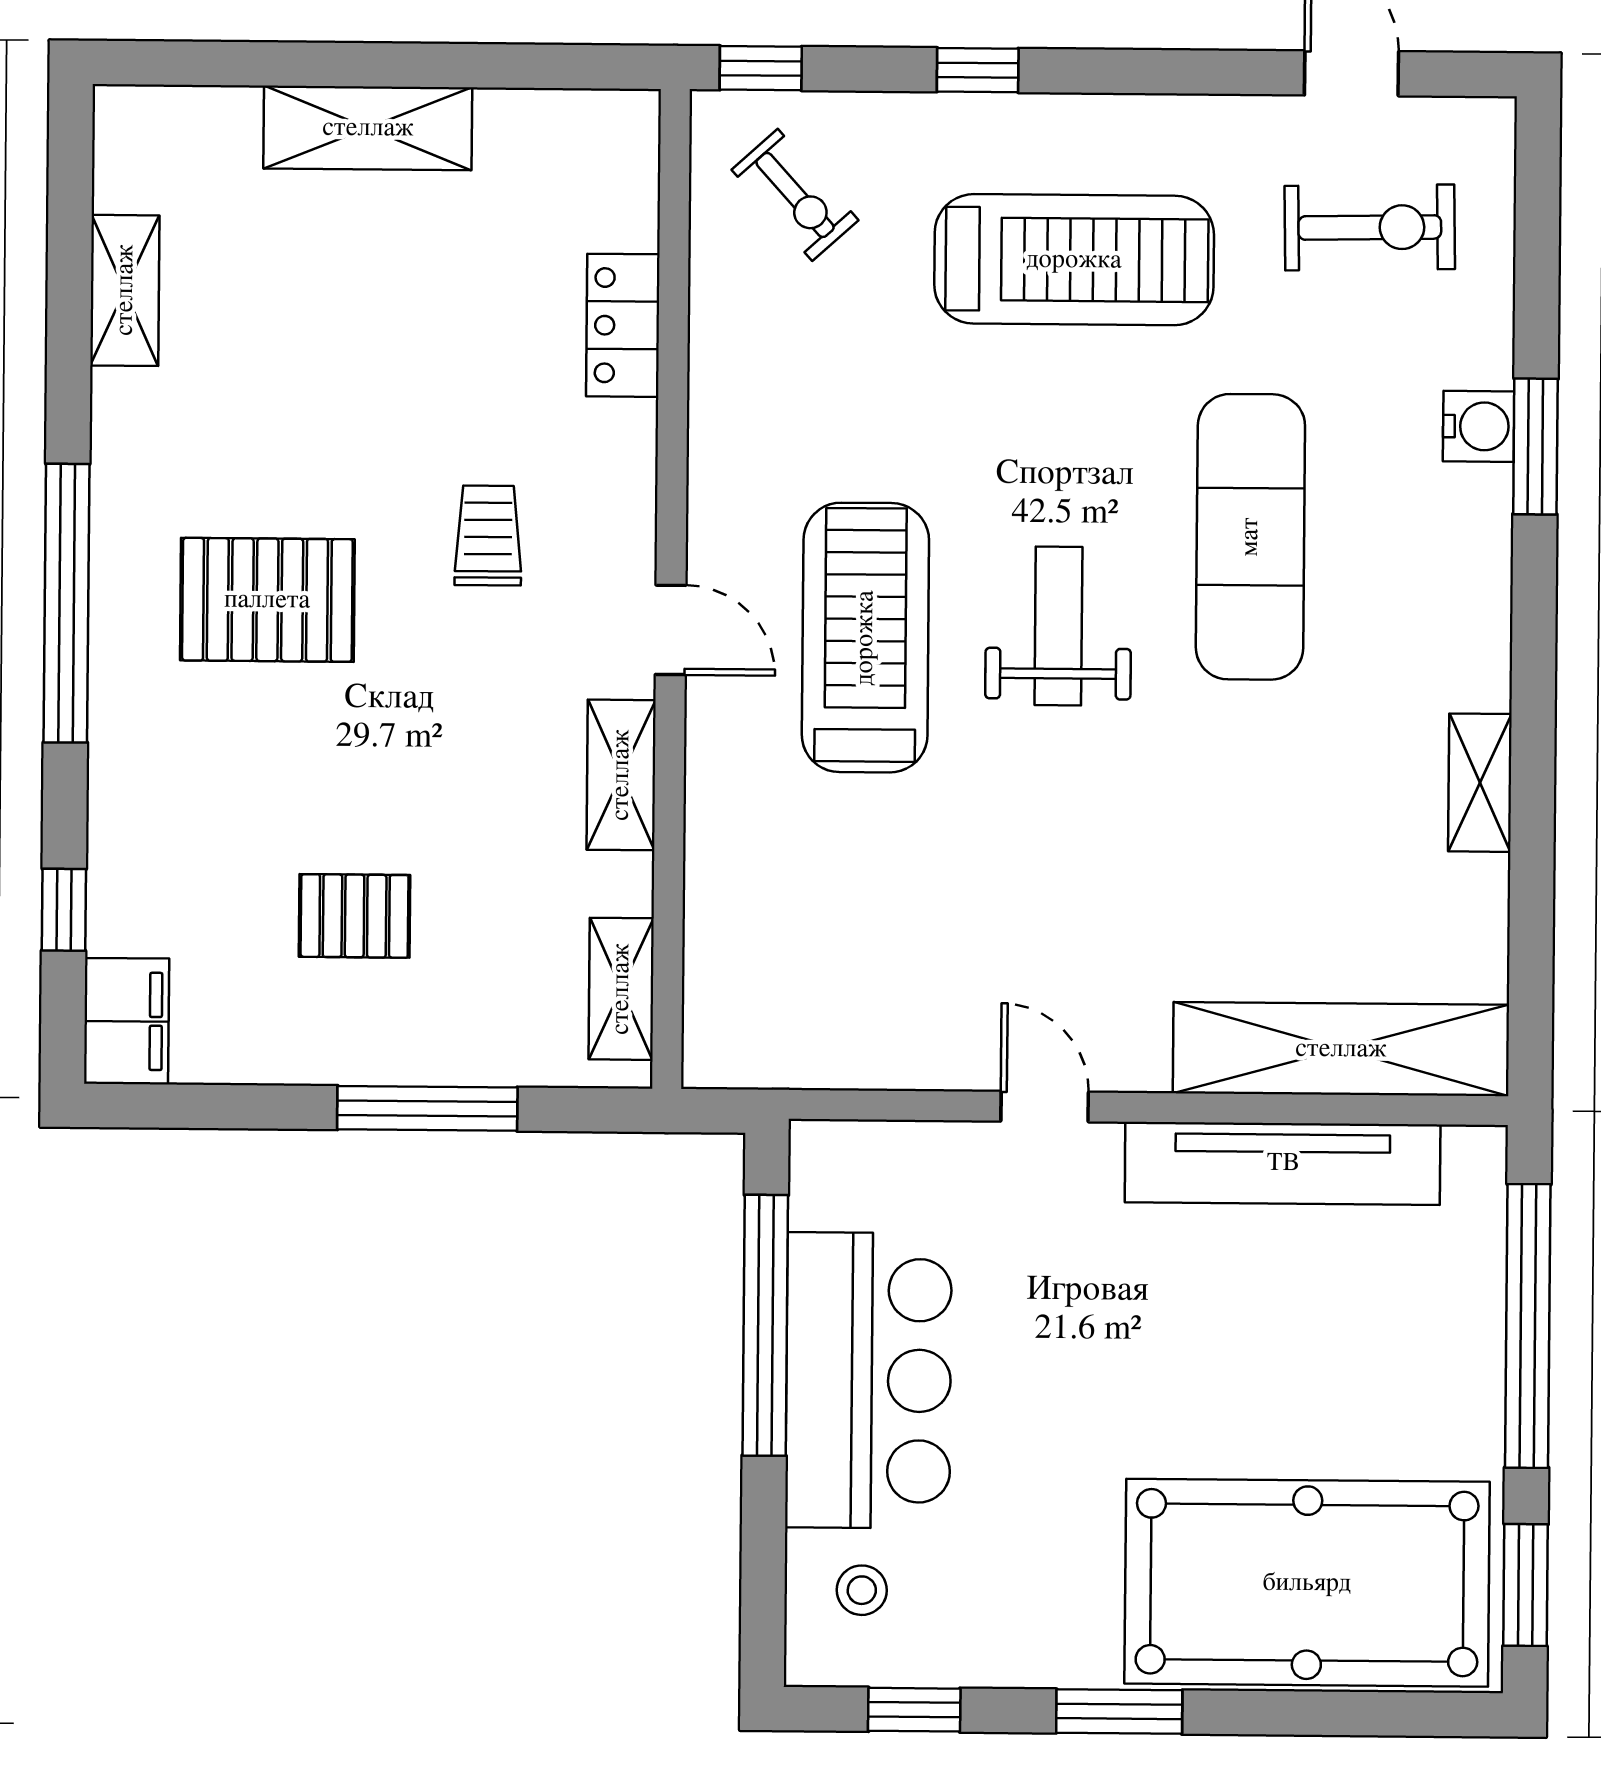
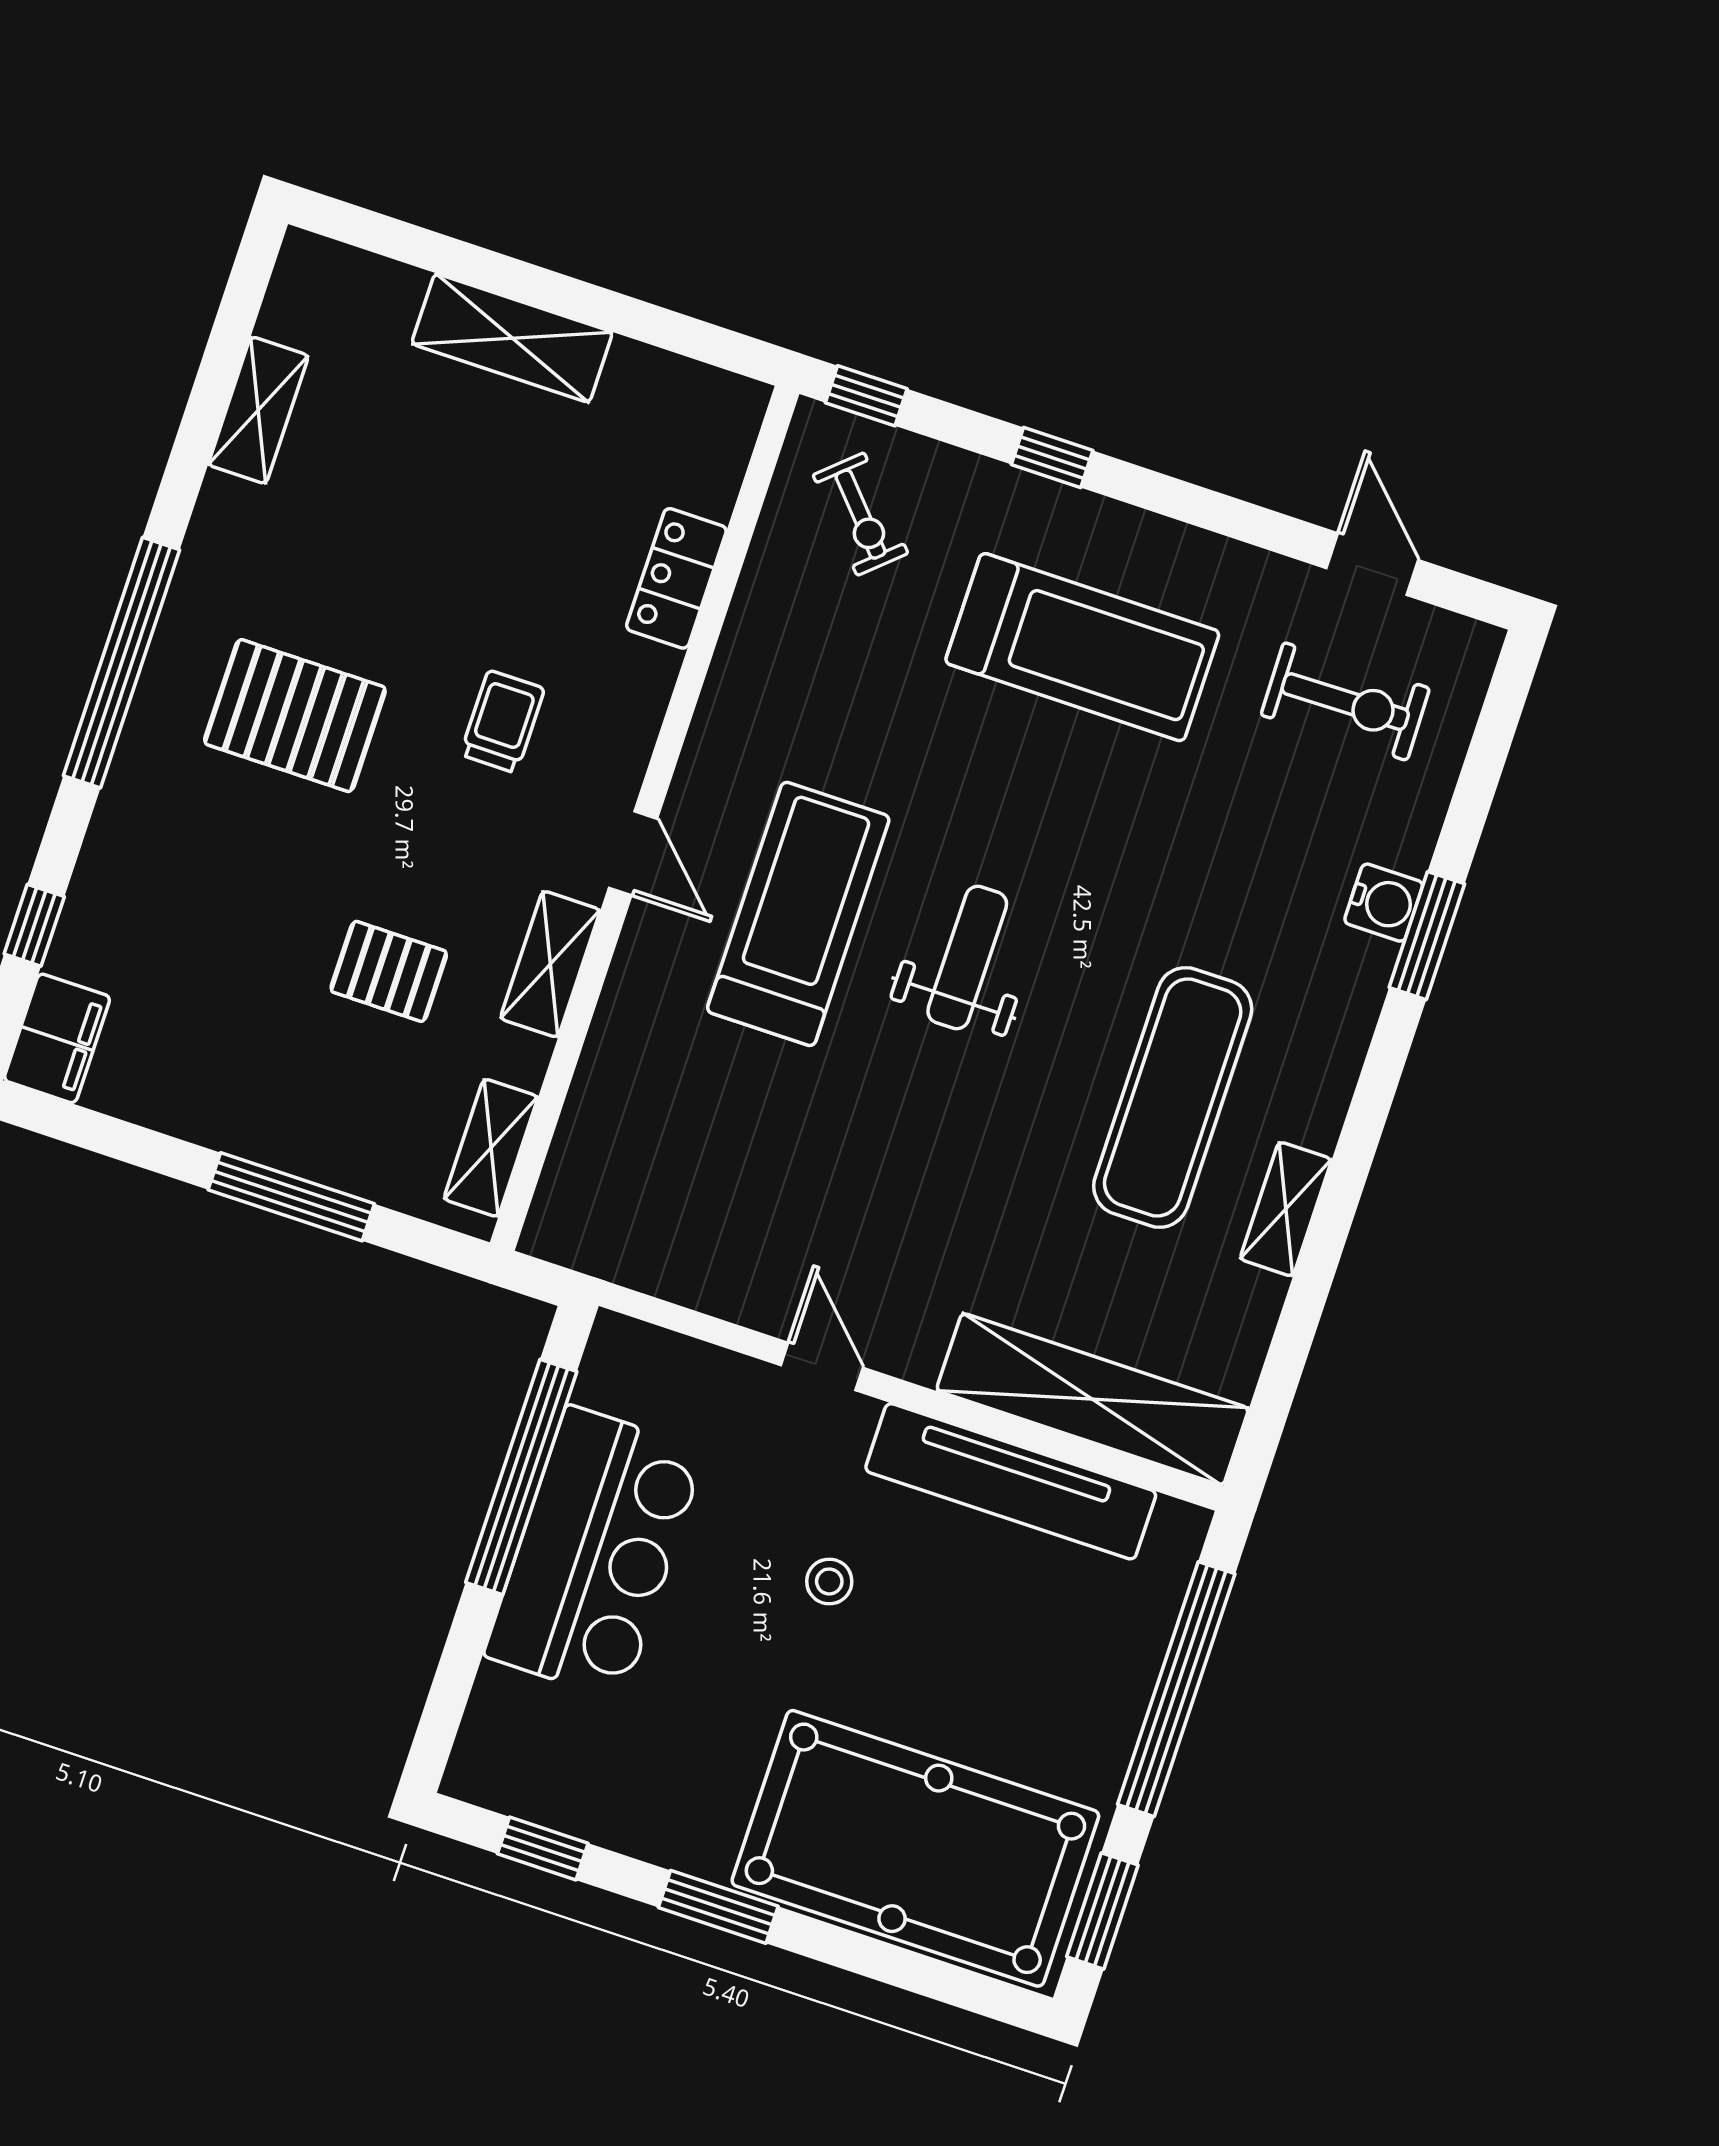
exercise mat: (1250, 537) -> (1173, 1097), moved
pallet: (355, 916) -> (389, 971), moved
stool: (862, 1590) -> (829, 1581), moved

